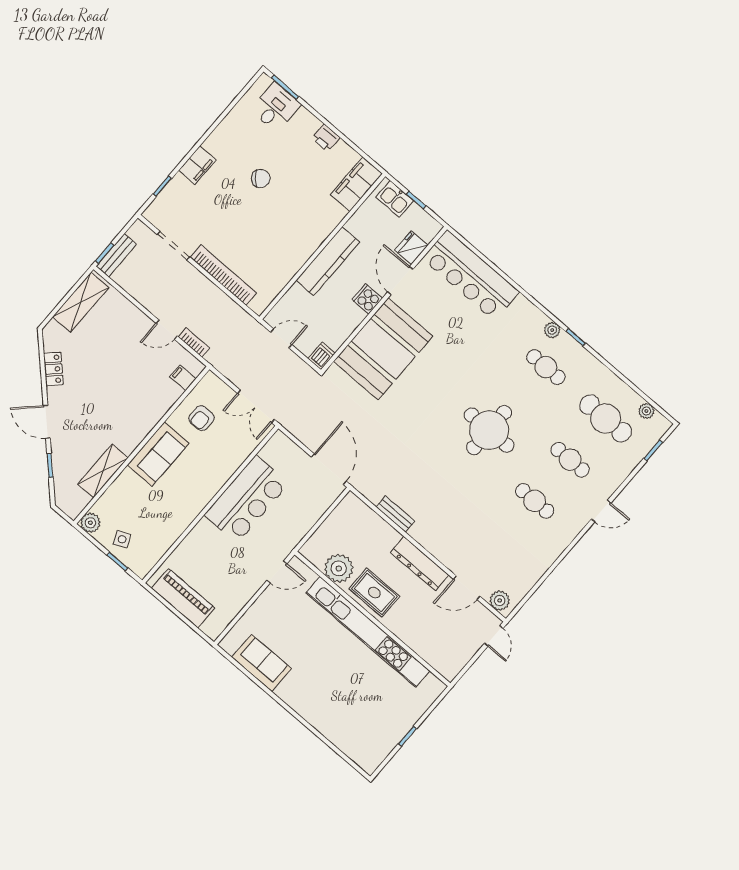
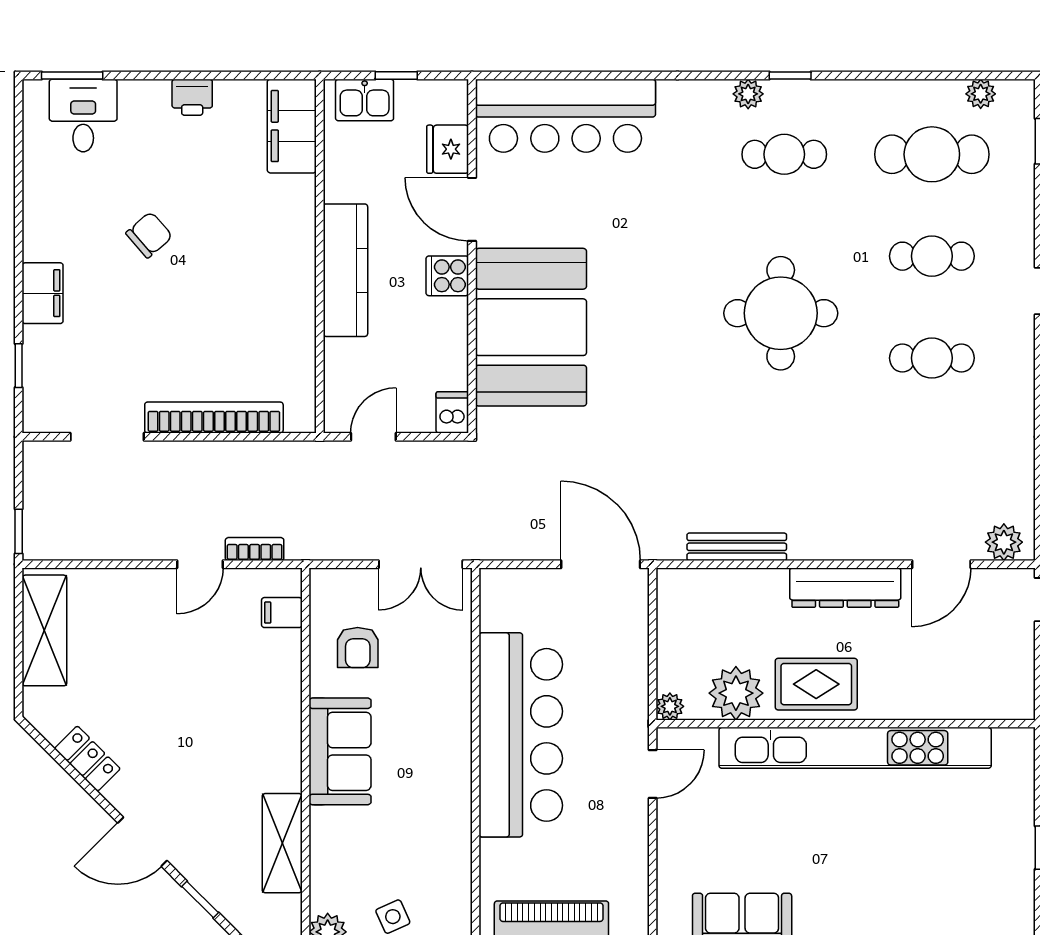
bench: (116, 255) -> (38, 520), removed
bar counter: (247, 499) -> (521, 735), width x1.36
bench: (395, 514) -> (737, 547), width x1.36
plant: (307, 551) -> (670, 706), added

